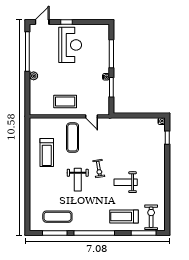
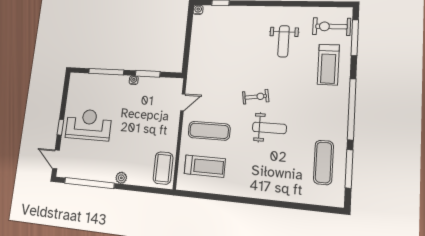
coffee table: (65, 102) -> (163, 168), moved
treadmill: (47, 153) -> (205, 166), moved
weight bench: (126, 182) -> (284, 41), moved

